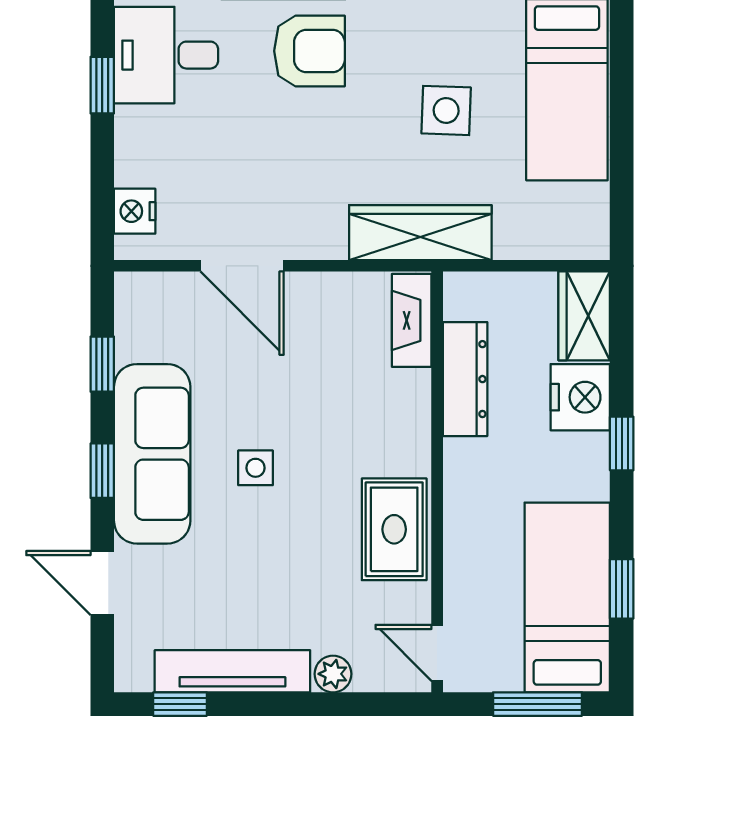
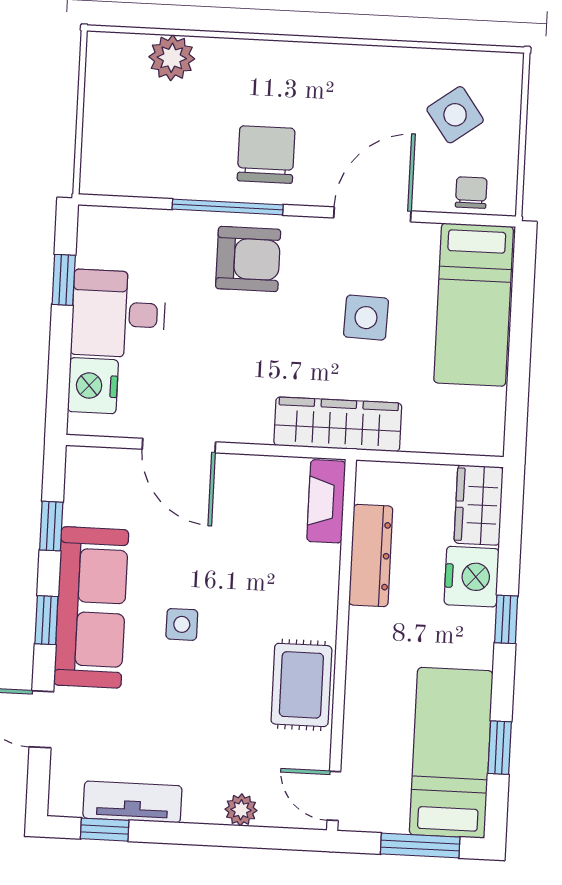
desk: (166, 55) -> (118, 314), moved
nightstand: (135, 211) -> (93, 386), width x1.36, depth x1.33
tv unit: (232, 671) -> (132, 802), width x0.71

